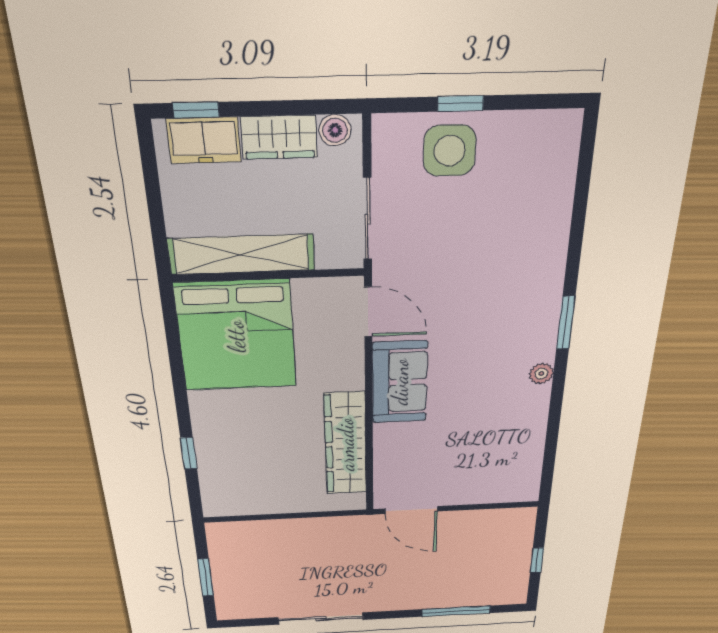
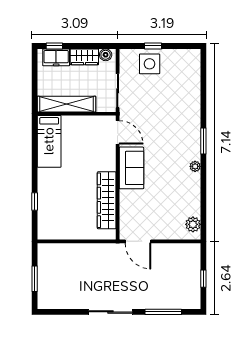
bed: (236, 336) -> (49, 141), width x0.49
plant: (526, 477) -> (193, 224), added
sliding door: (321, 618) -> (110, 312), moved

